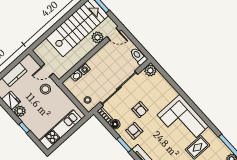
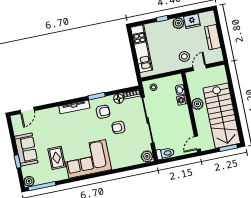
plant: (97, 37) -> (197, 104), moved

